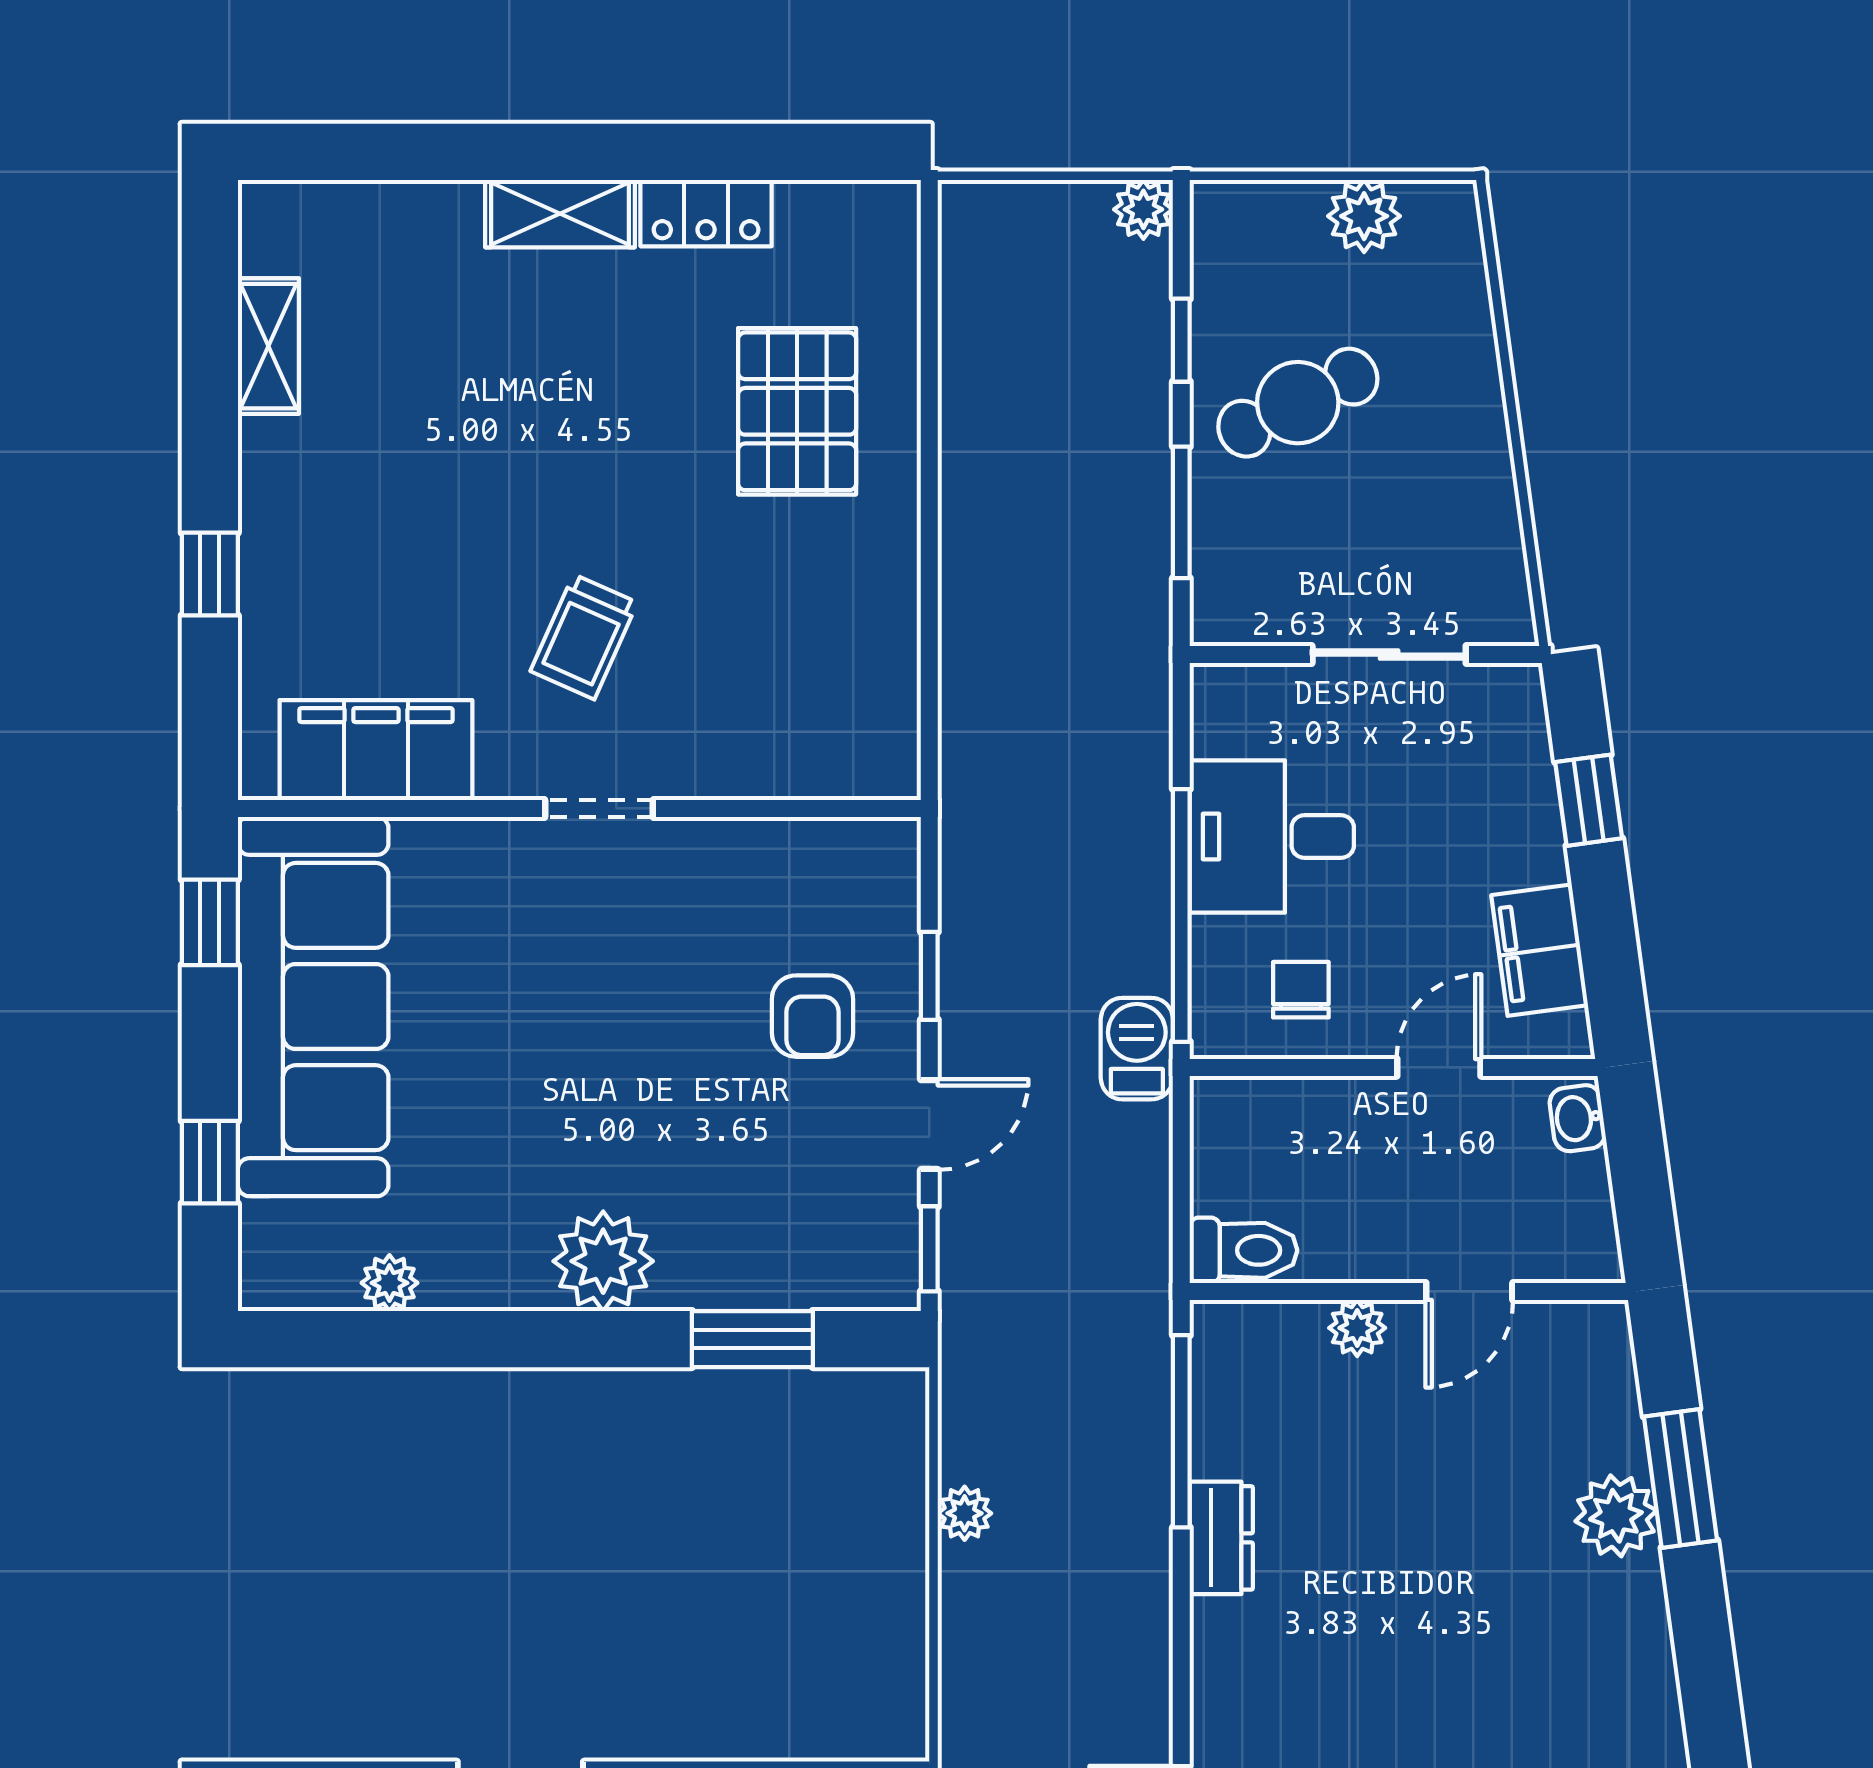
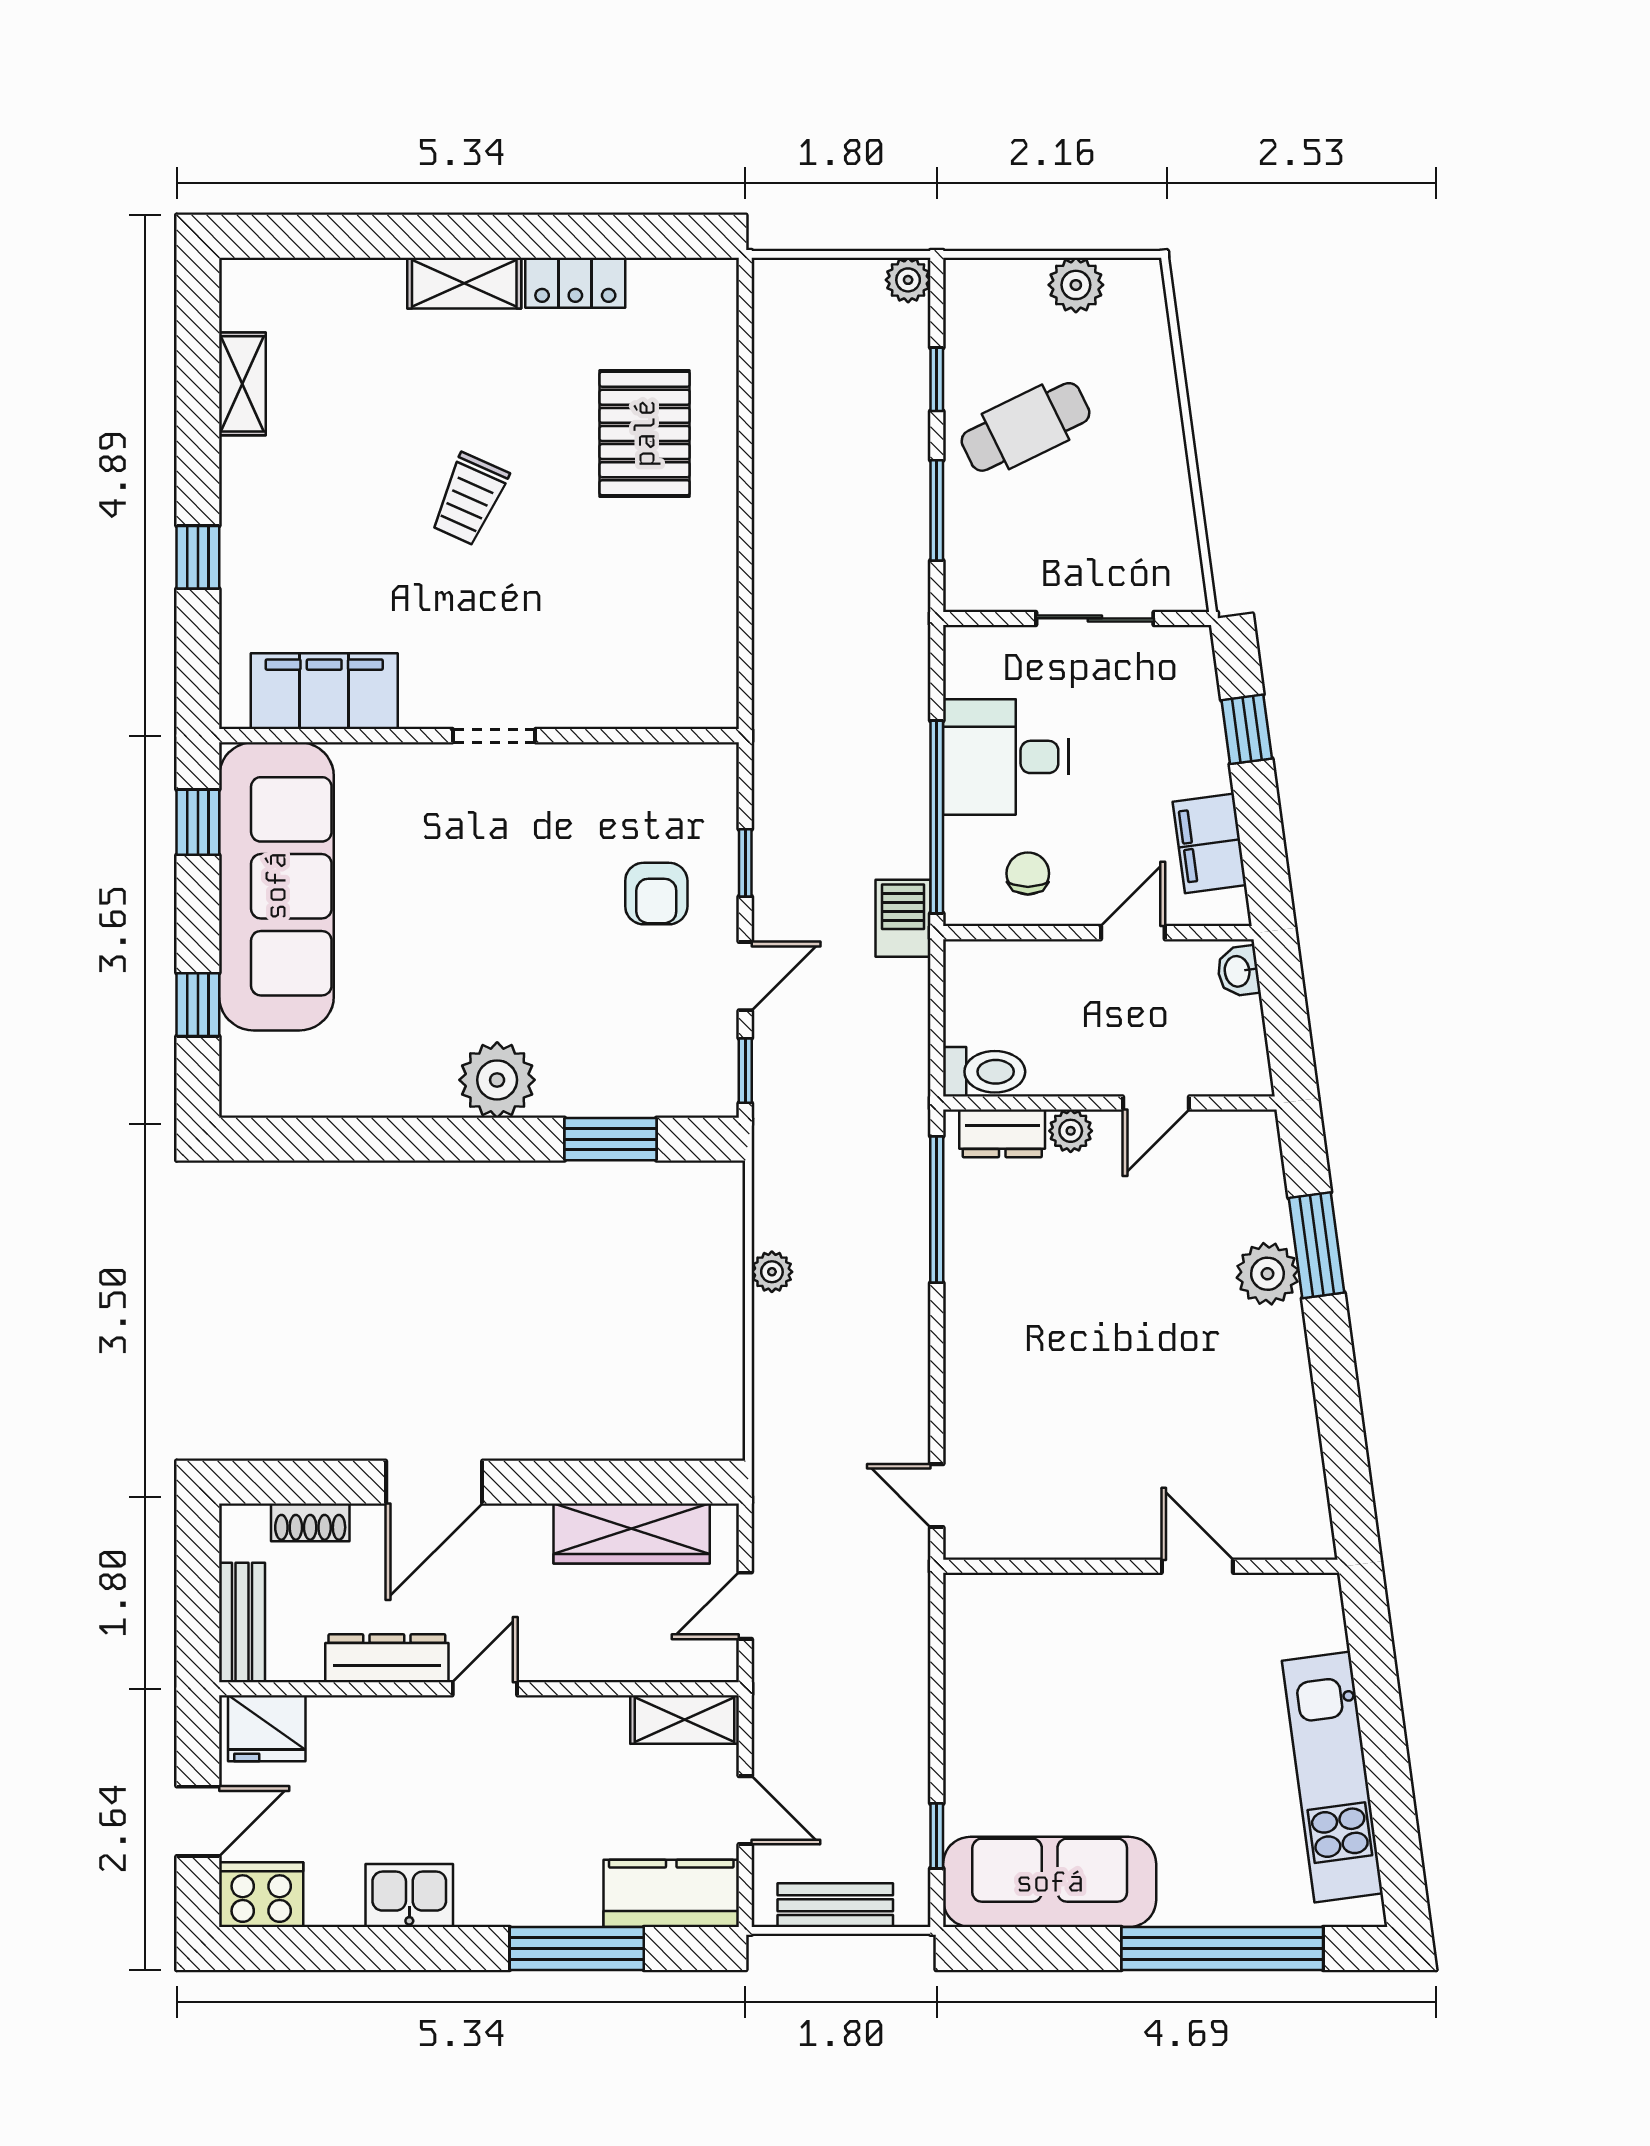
trolley: (584, 637) -> (469, 499), moved
plant: (389, 1283) -> (335, 1097), removed
dresser: (1221, 1538) -> (1002, 1133), moved, turned 90

